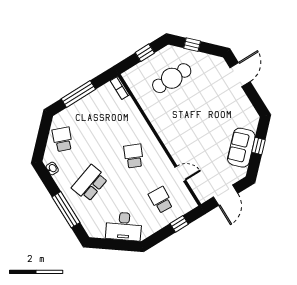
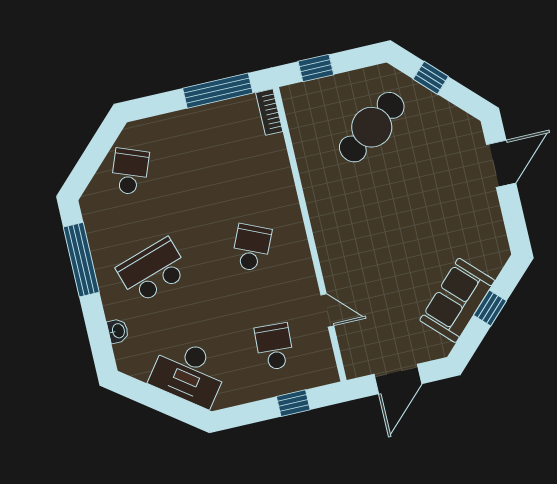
window: (145, 53) -> (316, 68), moved
cafe table: (172, 78) -> (372, 127), turned -36
window: (78, 94) -> (218, 91), moved
washbasin: (52, 169) -> (118, 331), moved
window: (66, 210) -> (81, 260), moved

